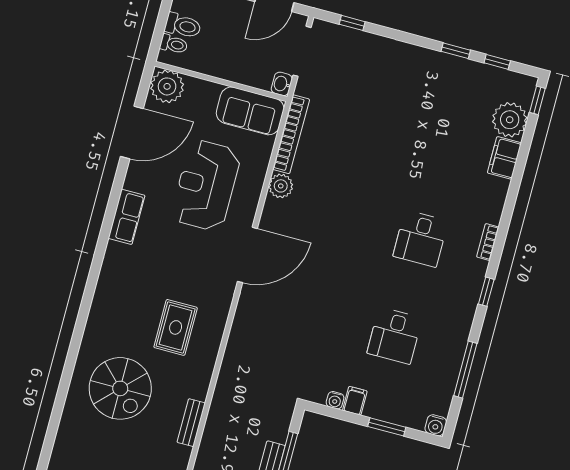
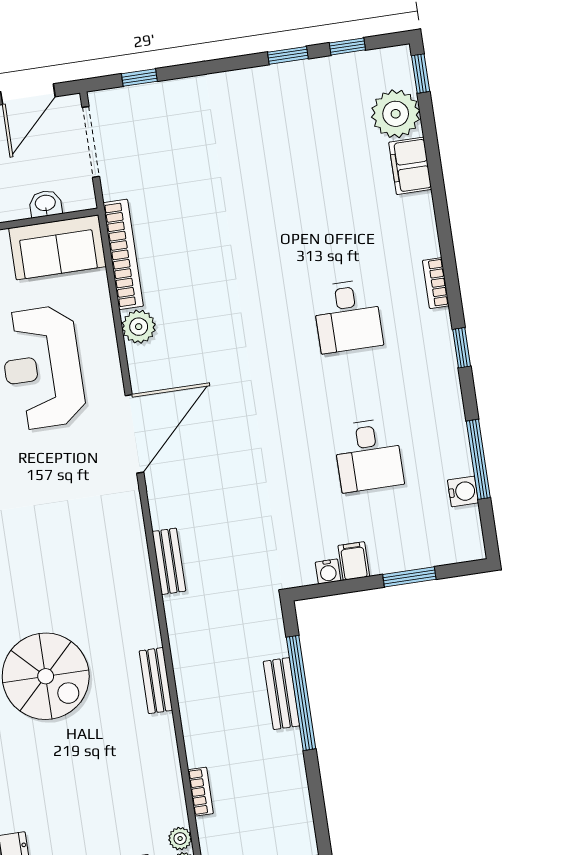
washbasin: (282, 84) -> (45, 204), moved, turned 90
rug: (176, 327) -> (83, 567), removed
bench: (234, 348) -> (169, 561), added
water cooler: (436, 425) -> (463, 491), moved, turned -90

